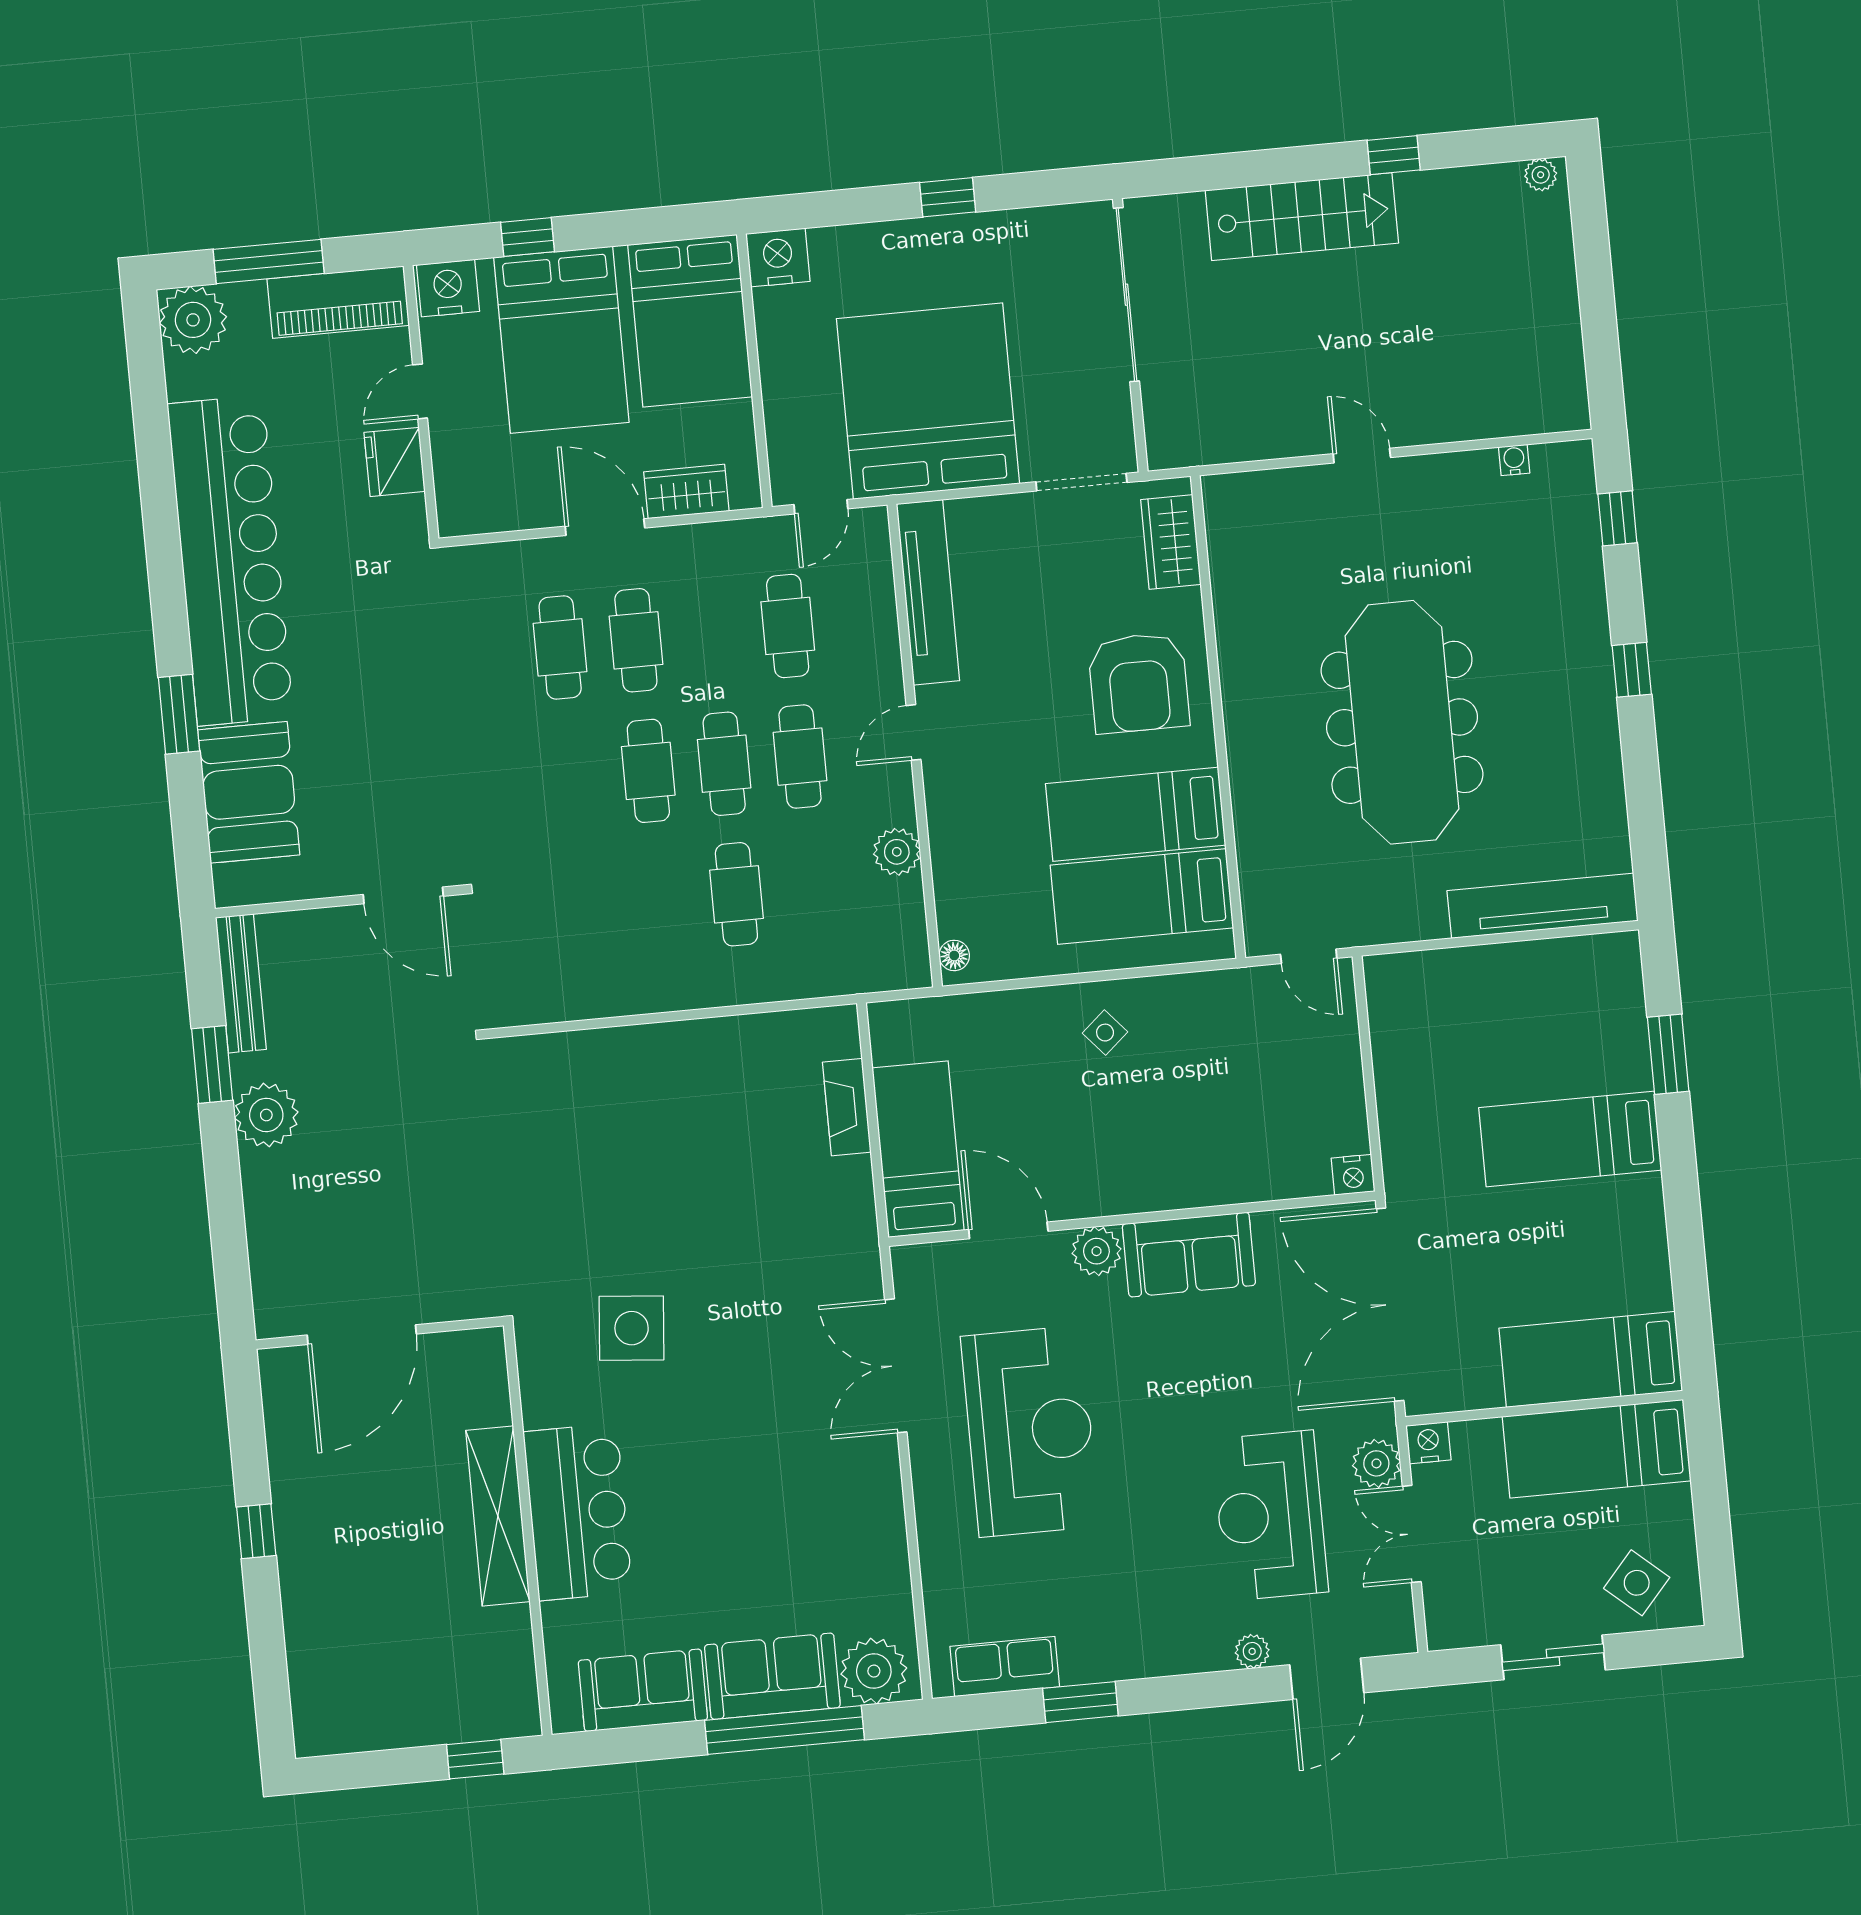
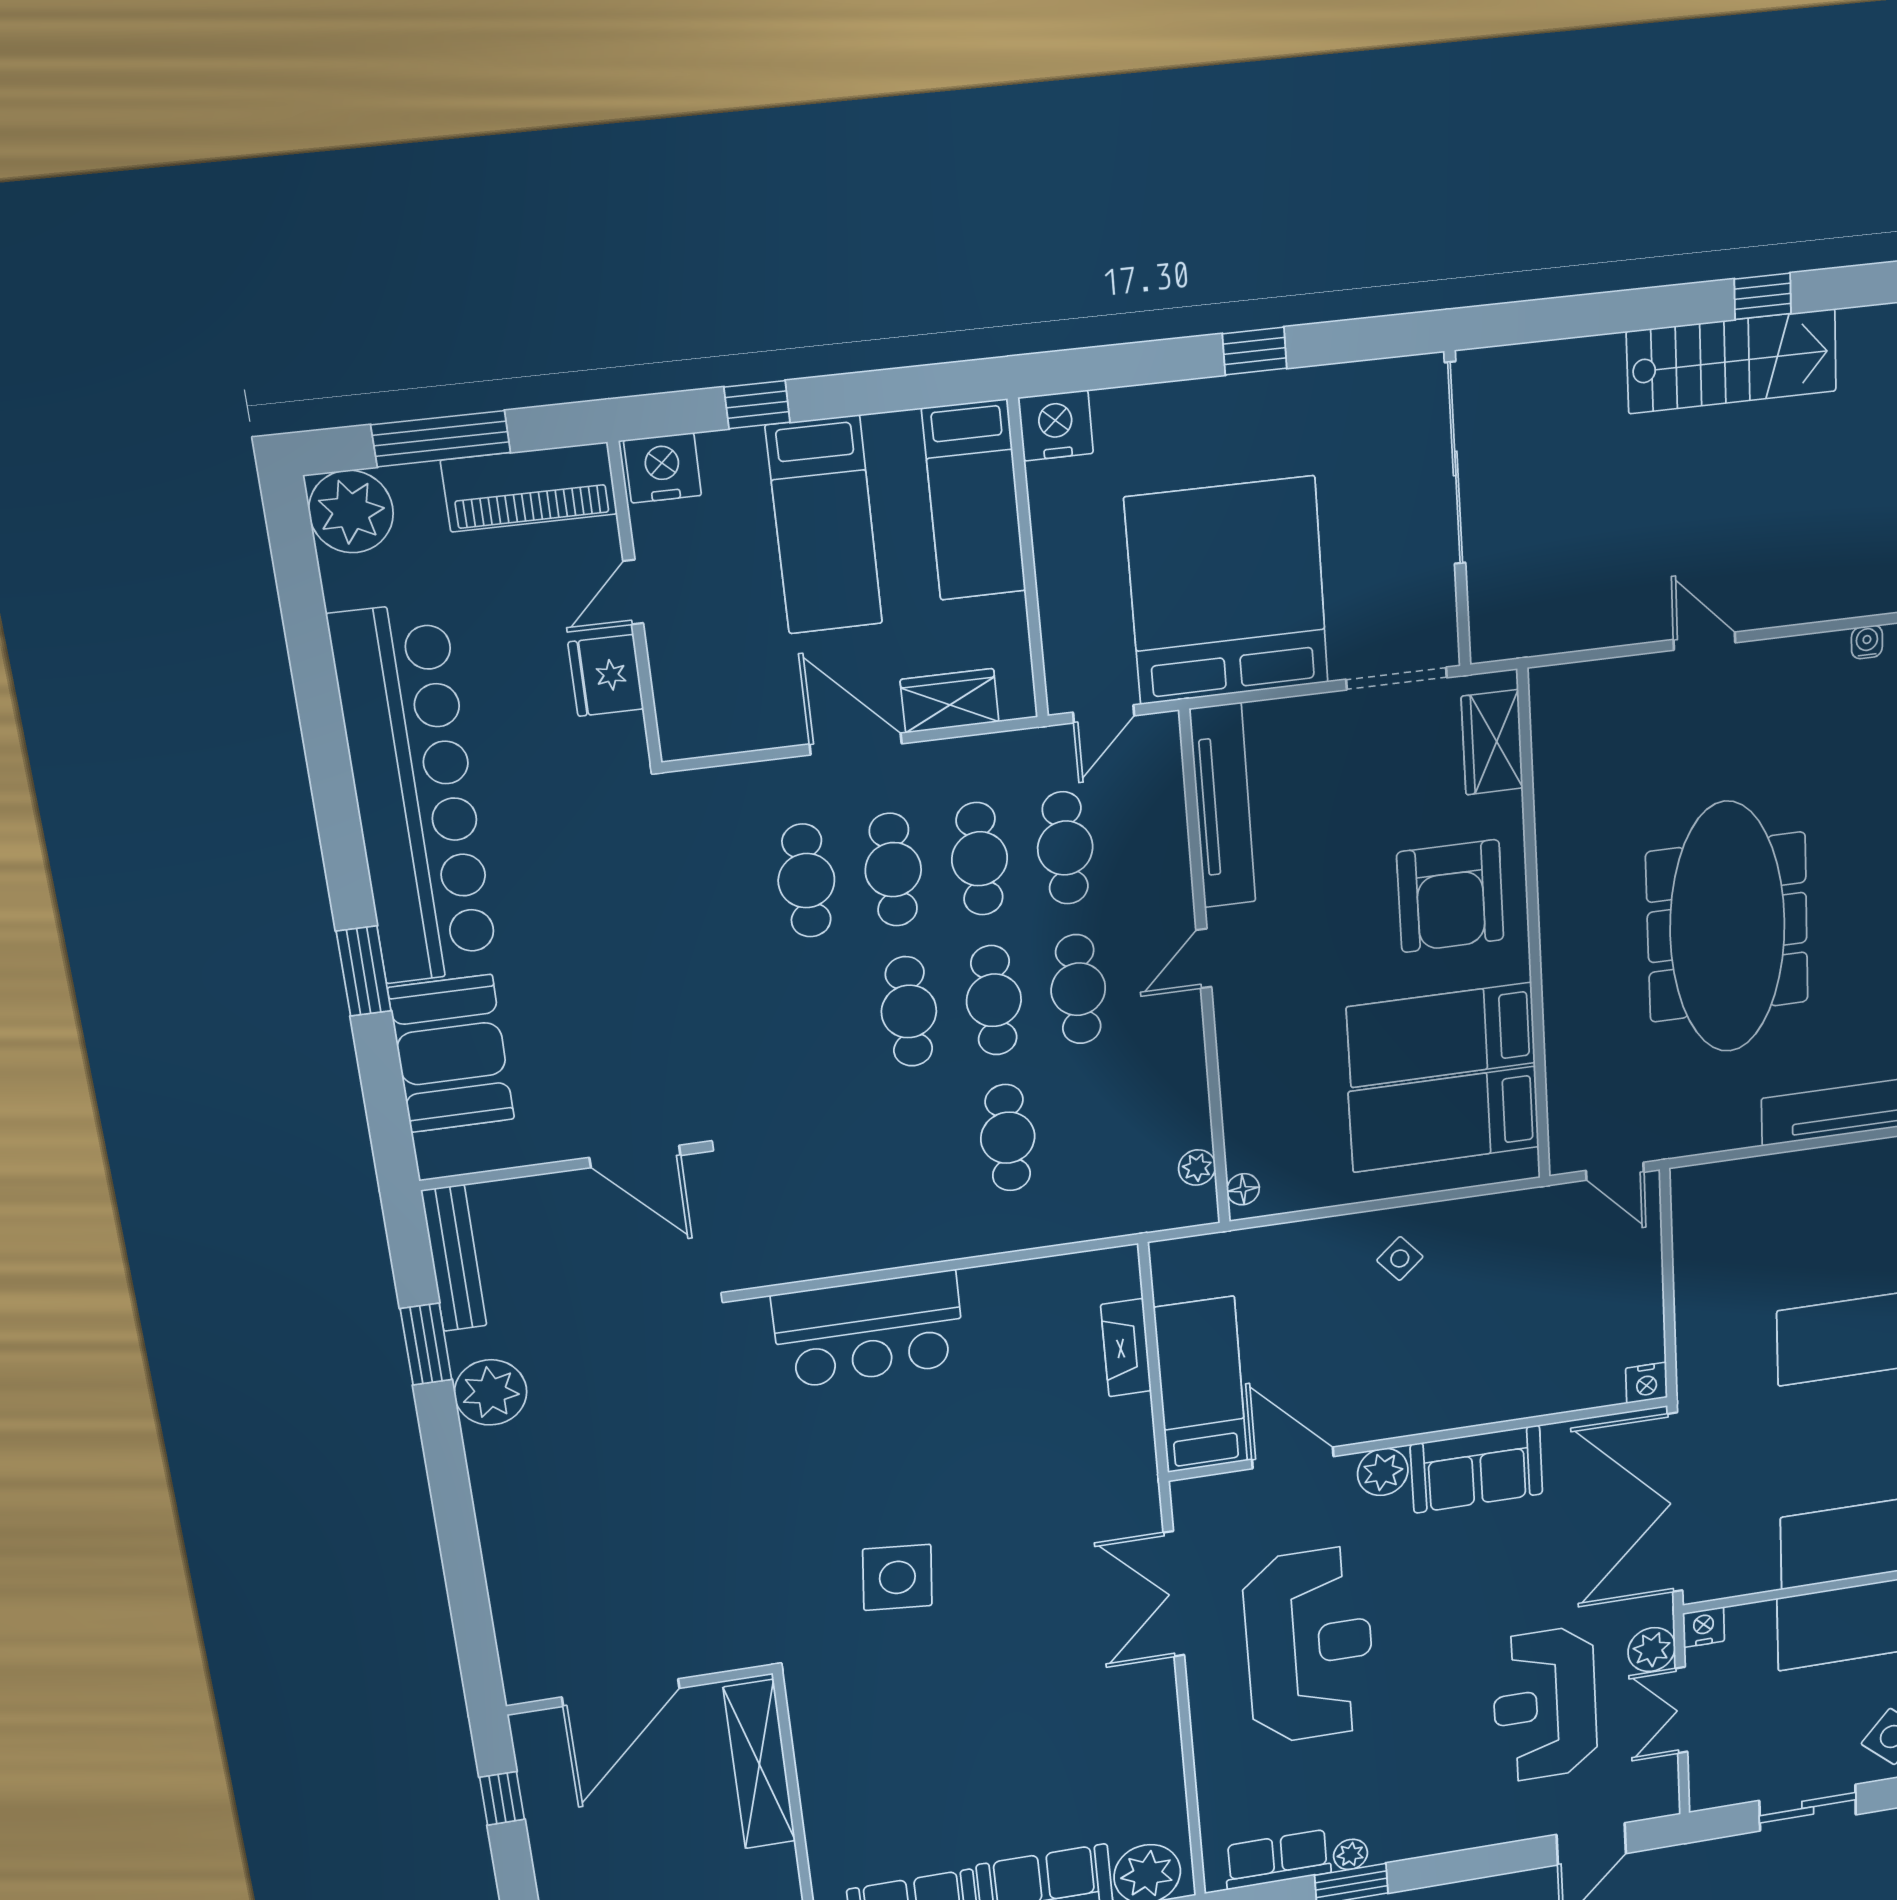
stairs: (1302, 217) -> (1732, 361), moved
bed: (690, 321) -> (974, 500), width x0.67
bed: (561, 340) -> (824, 525), width x0.67
cafe table: (712, 633) -> (980, 859), added
plant: (897, 852) -> (1197, 1167), moved, width x0.73, depth x0.73
wall: (380, 1333) -> (640, 1690), moved
door: (362, 1335) -> (621, 1693), moved
bar counter: (578, 1512) -> (869, 1330), moved, turned 90
plant: (1252, 1651) -> (1351, 1854), moved

